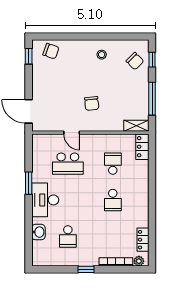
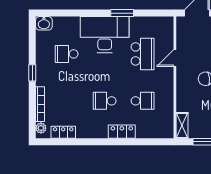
locker: (142, 147) -> (122, 132), moved
school desk: (68, 164) -> (143, 54), turned 180
desk: (45, 200) -> (105, 34), width x1.36, depth x1.30
washbasin: (38, 232) -> (44, 23), moved

